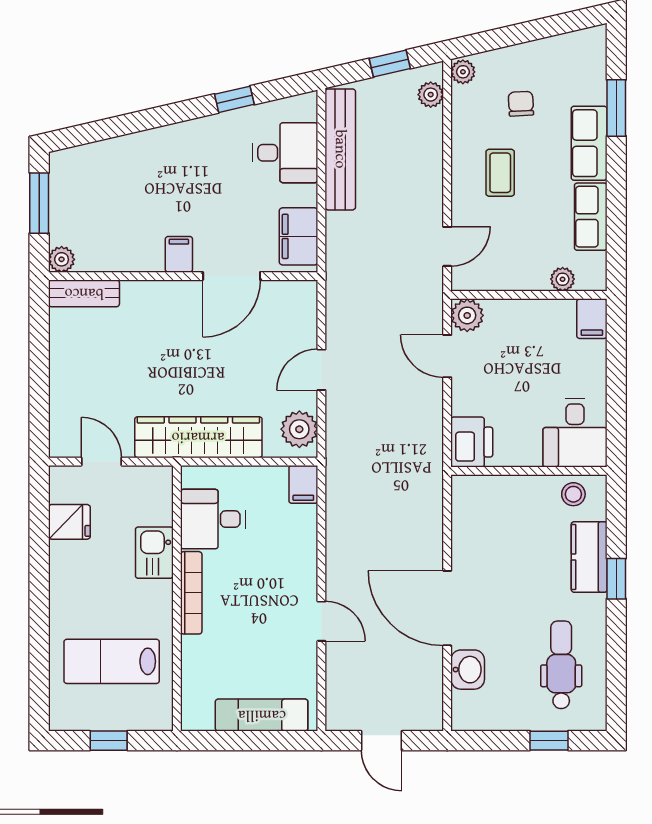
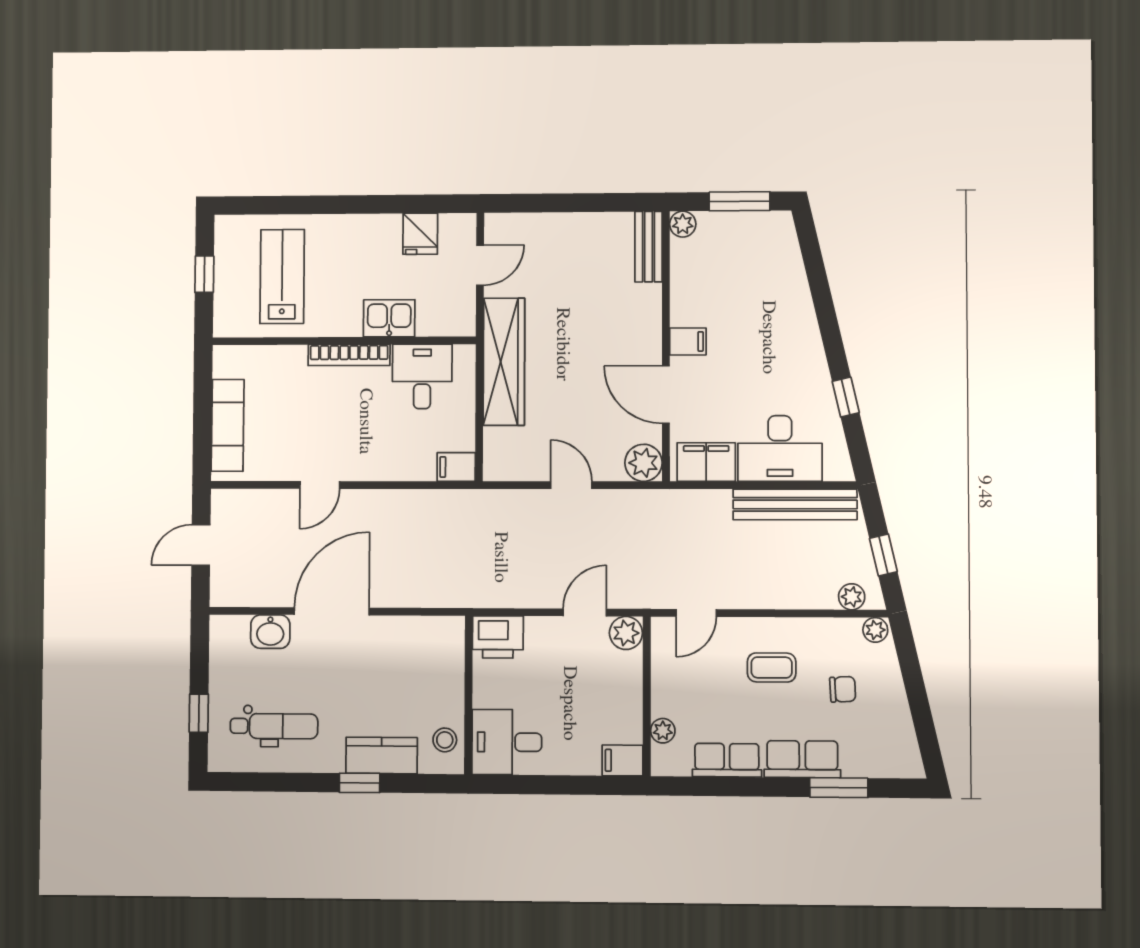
desk: (285, 153) -> (780, 449), width x1.37
door: (447, 246) -> (696, 613), hinge flipped
plant: (299, 429) -> (644, 463), moved

